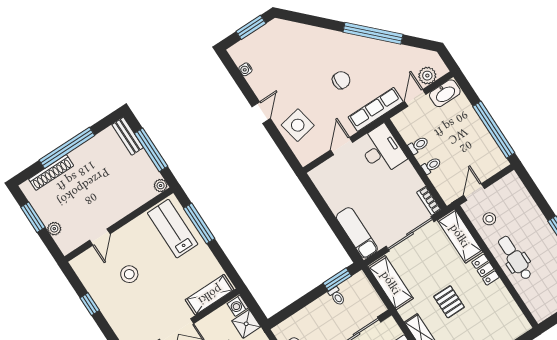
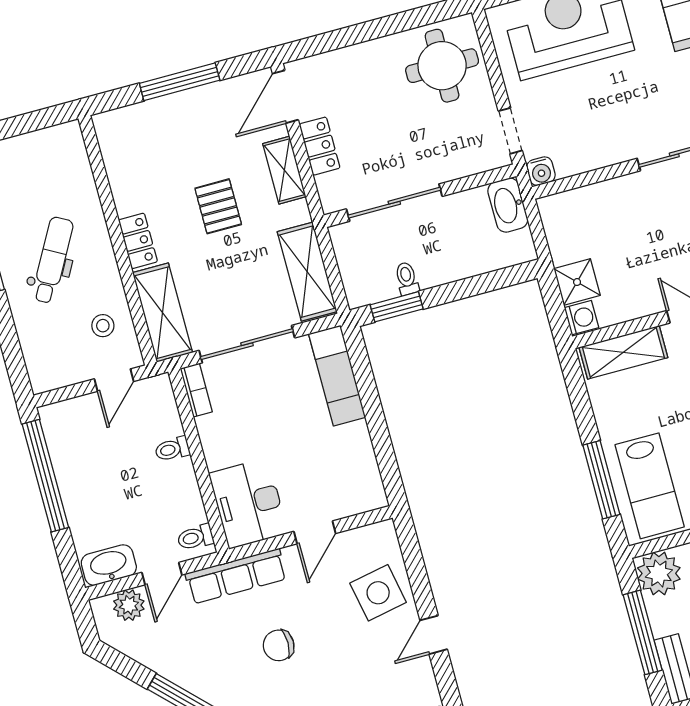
toilet: (418, 145) -> (195, 537), moved
plant: (161, 186) -> (659, 573), width x1.87, depth x1.87
dental chair: (515, 258) -> (53, 260), moved, turned -151

